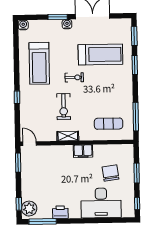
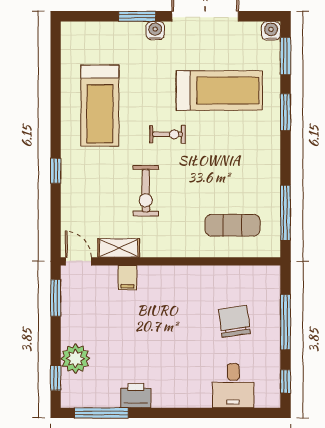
water cooler: (23, 25) -> (271, 31), moved
shelving: (68, 136) -> (119, 248), moved
filing cabinet: (83, 151) -> (127, 278), moved, width x0.50
window: (137, 173) -> (285, 322), width x1.44
desk: (101, 203) -> (233, 386), width x0.53, depth x0.77
plant: (29, 209) -> (75, 359), moved

